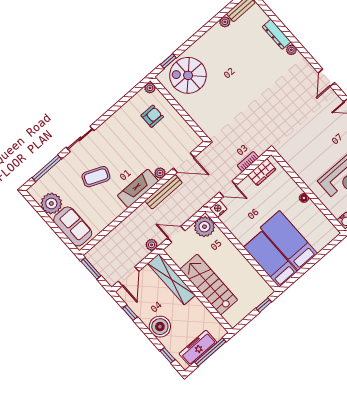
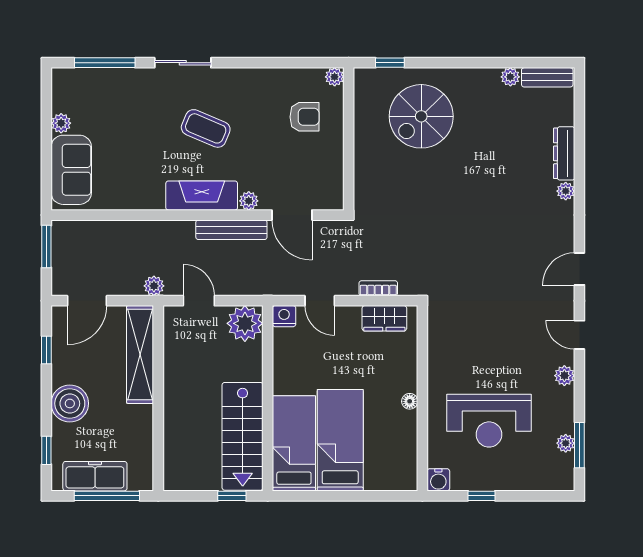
spiral stairs: (188, 75) -> (421, 116), moved, turned -90
coffee table: (96, 177) -> (206, 128), moved
plant: (51, 203) -> (61, 123), width x0.53, depth x0.53
stairs: (209, 284) -> (243, 436), moved, turned 180

